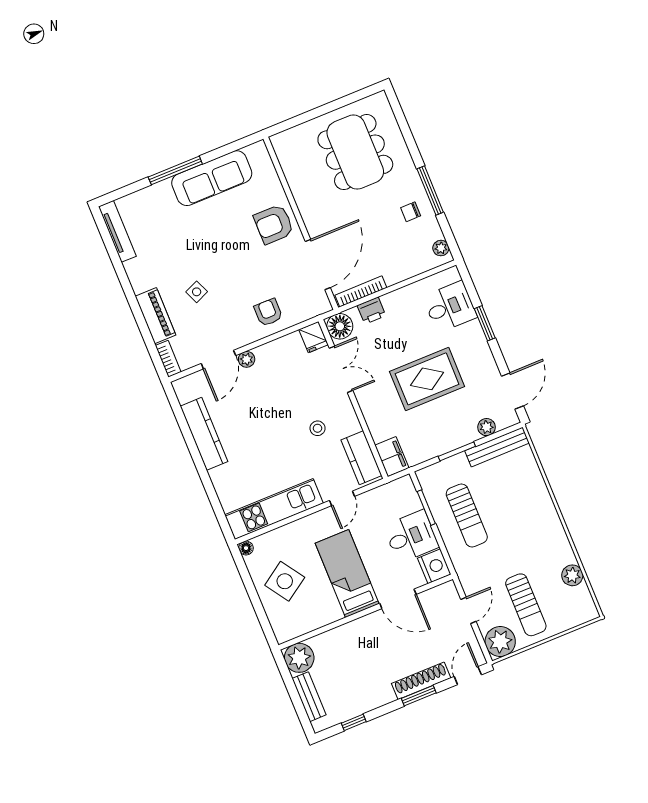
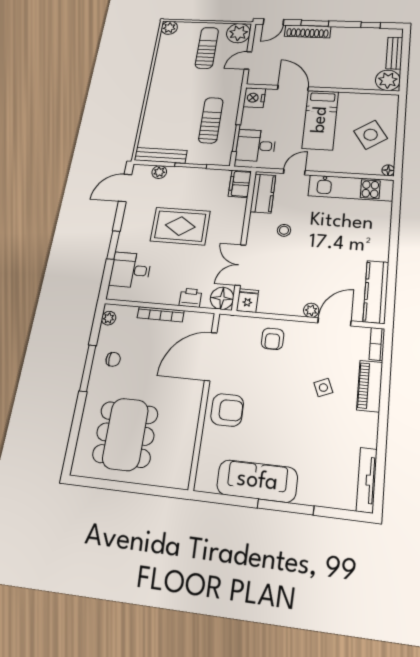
bookcase: (361, 291) -> (161, 314), moved
kitchen counter: (204, 434) -> (376, 292), moved
desk: (411, 536) -> (256, 146), moved
plant: (572, 575) -> (169, 28), moved

